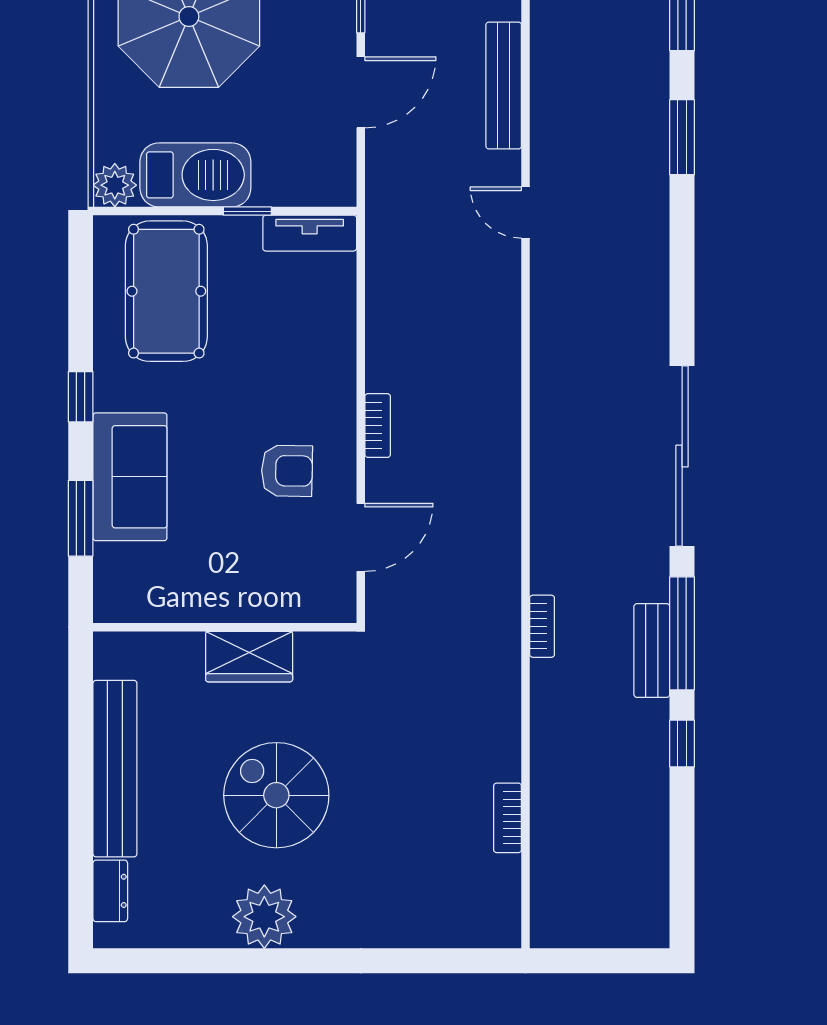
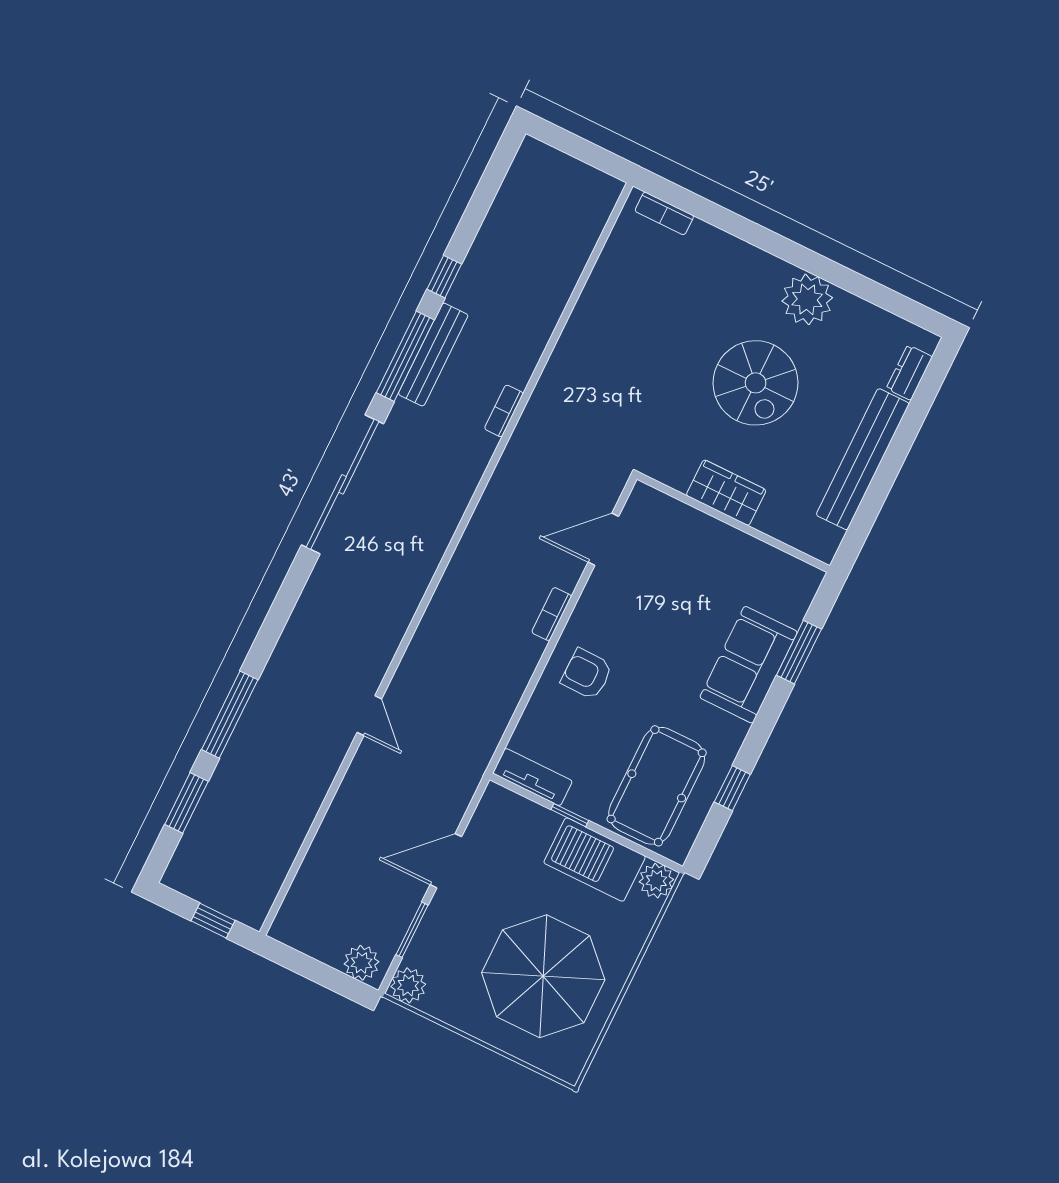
bench: (504, 86) -> (340, 815), removed
window: (682, 137) -> (230, 715), width x1.44
window: (81, 397) -> (732, 788), moved
armchair: (287, 471) -> (587, 674), moved
bench: (652, 651) -> (433, 355), width x1.36
bookcase: (508, 818) -> (664, 213), moved, turned 90

